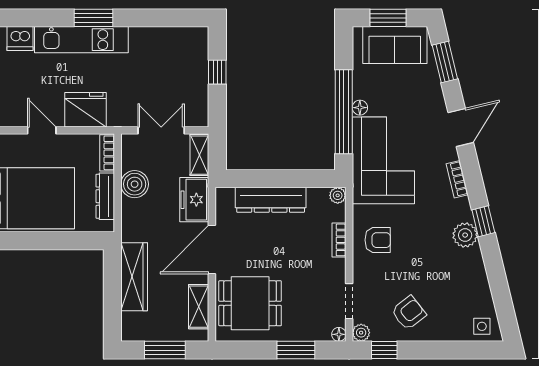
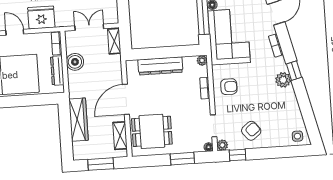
freezer: (194, 200) -> (113, 69), removed

